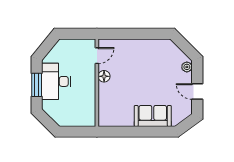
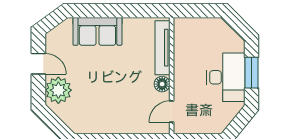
plant: (187, 67) -> (58, 90), width x1.88, depth x1.88
tv unit: (104, 104) -> (163, 48), added

